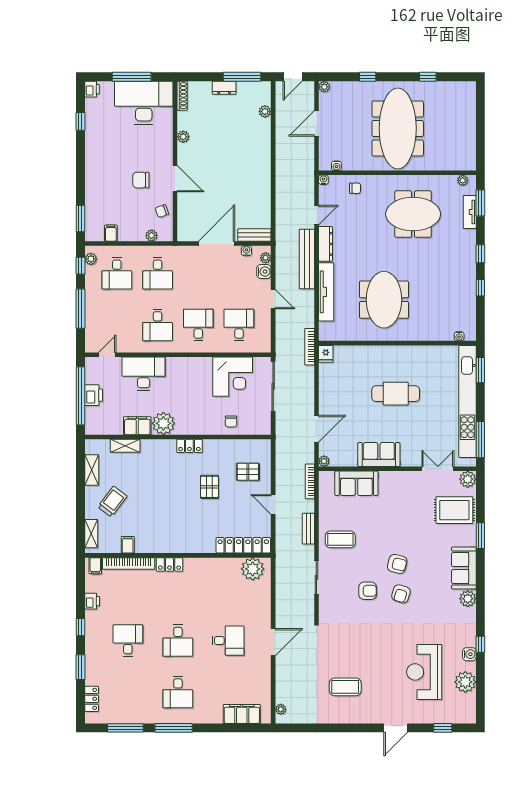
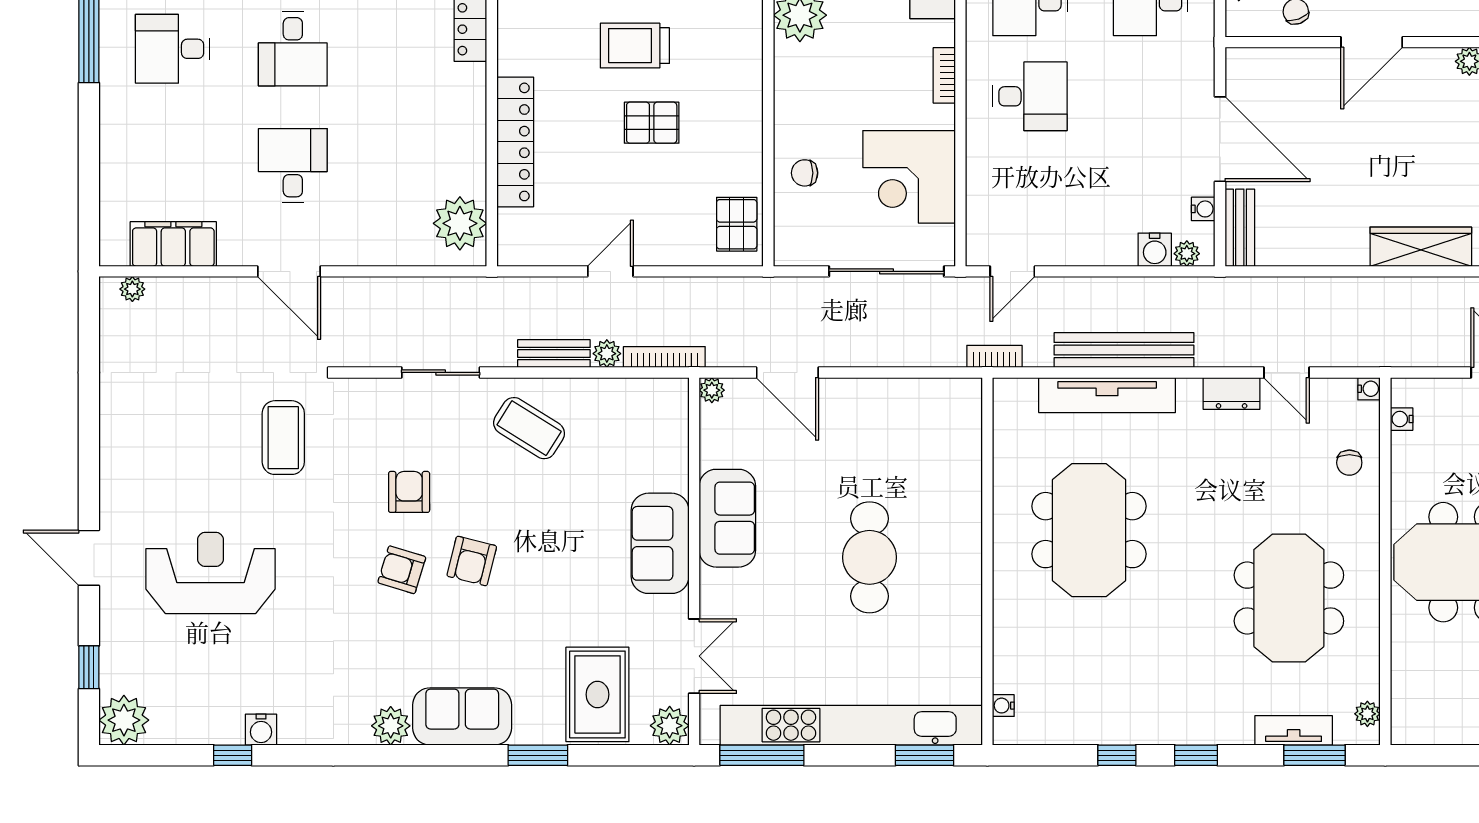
wardrobe: (263, 158) -> (1421, 247), added
dresser: (325, 244) -> (1232, 393), width x0.70
bench: (307, 259) -> (1124, 350), moved
door: (273, 299) -> (1012, 271), moved
meeting table: (384, 300) -> (1089, 530), turned 90
desk: (239, 325) -> (1030, 191), removed
bookcase: (310, 347) -> (994, 356), width x0.64
fridge: (326, 354) -> (962, 394), removed
bookcase: (189, 362) -> (944, 75), added
locker: (189, 446) -> (747, 76), removed
pallet: (248, 472) -> (737, 224), moved
sofa: (356, 483) -> (660, 543), moved
trolley: (176, 494) -> (635, 46), added
plant: (308, 506) -> (607, 354), added
coffee table: (340, 539) -> (529, 428), turned -58
locker: (243, 545) -> (515, 142), moved
armchair: (368, 591) -> (409, 492), turned 180
desk: (178, 641) -> (293, 49), turned -90
desk: (228, 641) -> (293, 166), turned 180
window: (480, 644) -> (233, 755), moved
reception desk: (424, 672) -> (211, 573), moved
plant: (465, 682) -> (124, 720), moved
coffee table: (345, 687) -> (283, 438), moved
filing cabinet: (242, 714) -> (173, 244), moved, turned -90

